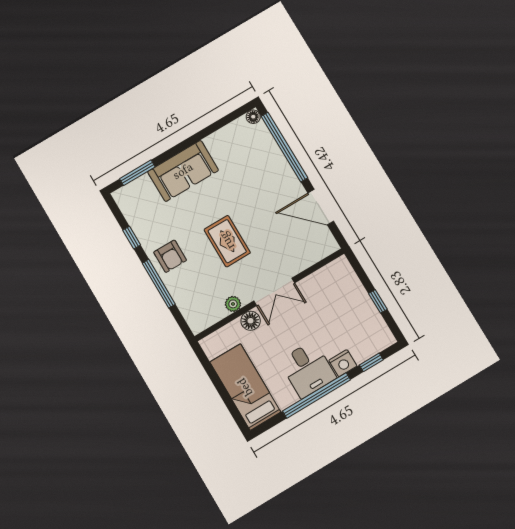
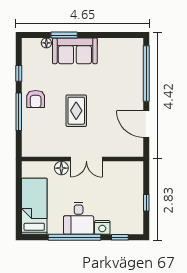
floor lamp: (253, 117) -> (46, 43), moved
window: (137, 173) -> (64, 35), moved
plant: (233, 304) -> (57, 151), removed

